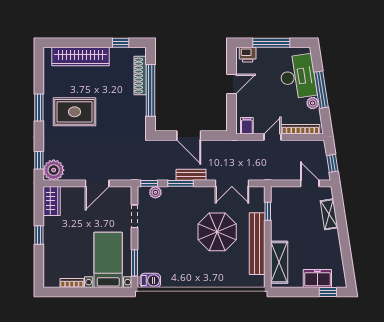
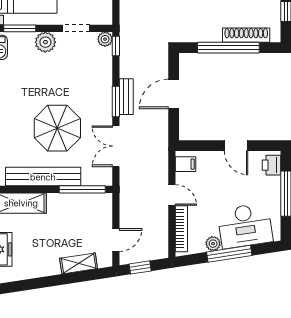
window: (181, 183) -> (116, 102), moved
plant: (155, 192) -> (105, 39), moved
window: (268, 211) -> (82, 189), width x2.17
plant: (146, 242) -> (45, 42), added

